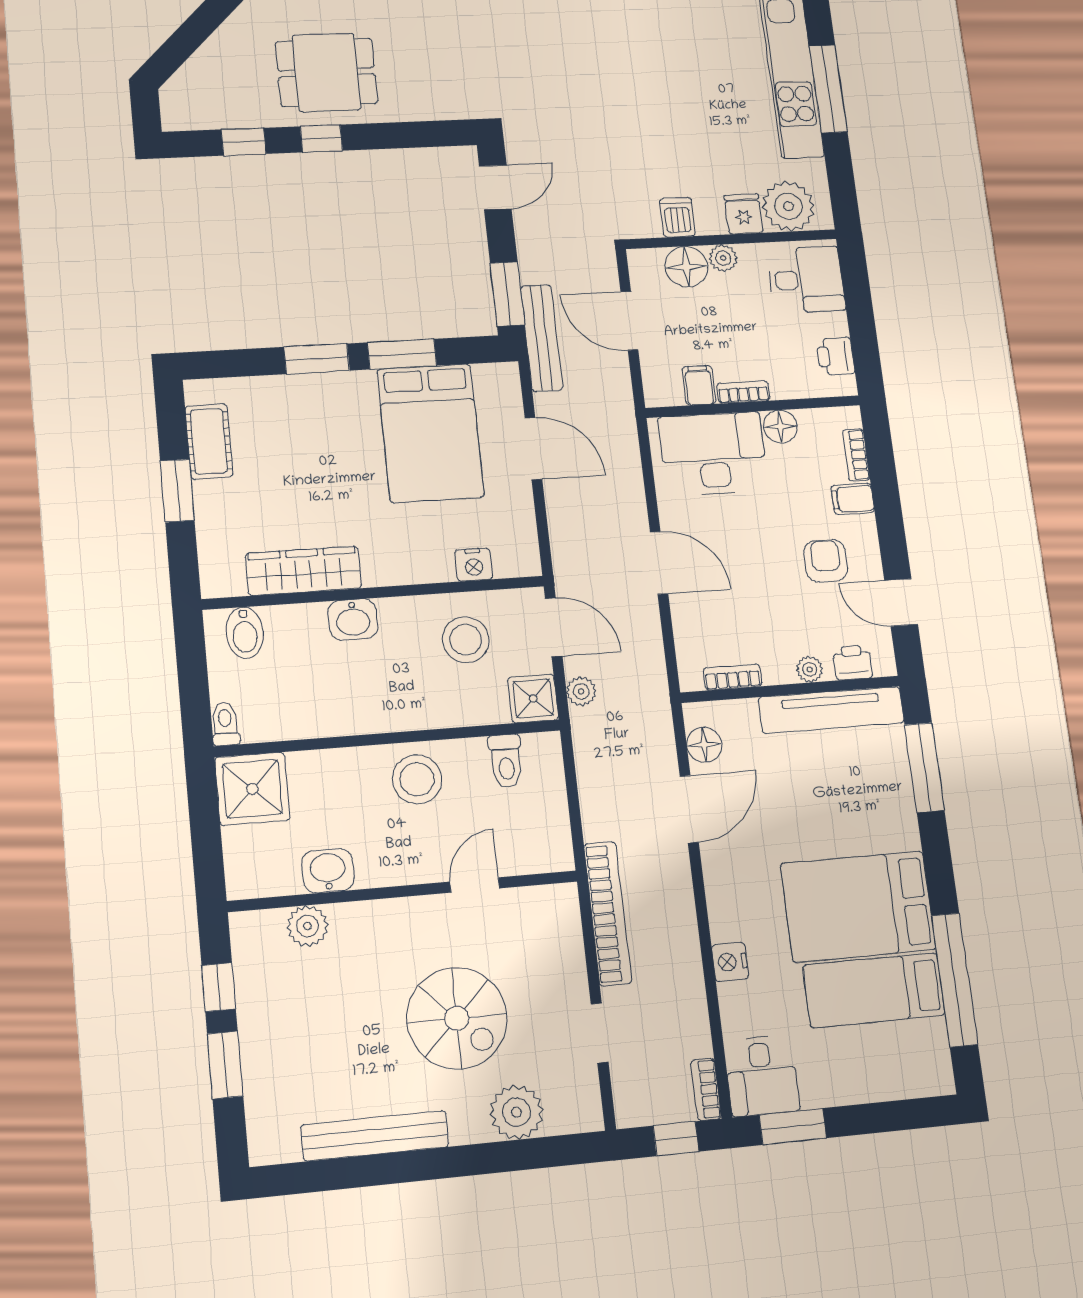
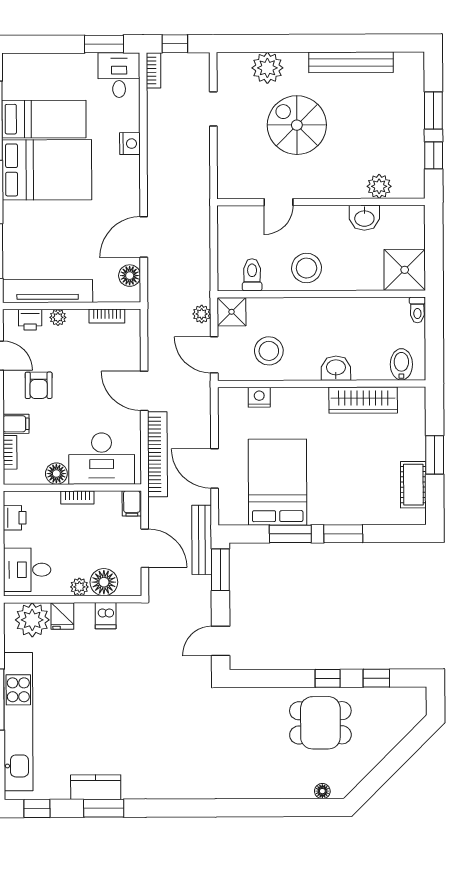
filing cabinet: (699, 385) -> (132, 503), moved
bookcase: (608, 913) -> (157, 454), moved, turned 180

